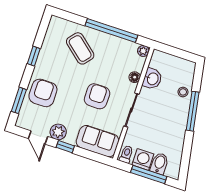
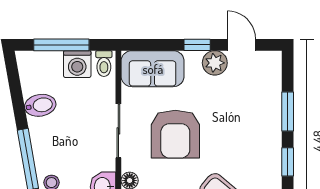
armchair: (43, 93) -> (256, 113), removed
armchair: (97, 96) -> (175, 134), width x1.36, depth x1.36
window: (19, 100) -> (288, 111), moved
bidet: (159, 163) -> (40, 105), moved, turned -100

